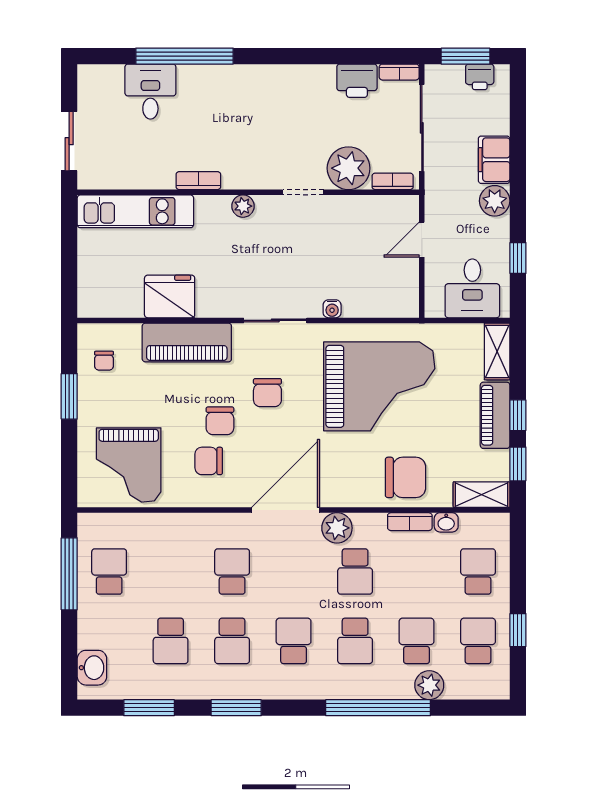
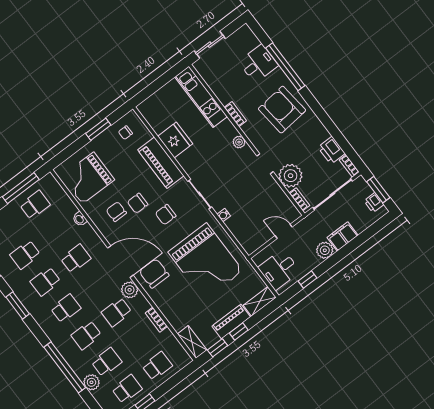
armchair: (243, 108) -> (282, 110), added
chair: (406, 477) -> (154, 273), moved, turned 180
washbasin: (446, 522) -> (80, 219), moved

